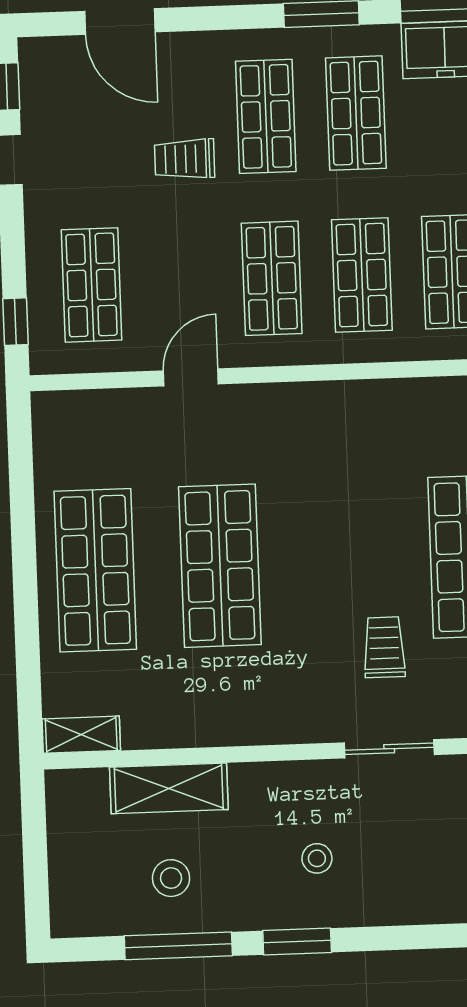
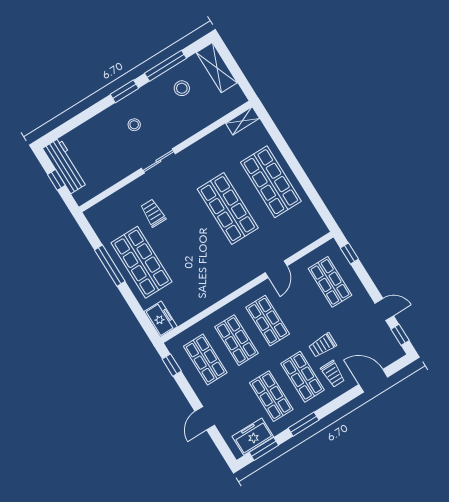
trolley: (198, 85) -> (333, 374), added
trolley: (185, 159) -> (323, 345), turned 180
trolley: (384, 647) -> (153, 213), turned 180
sliding door: (389, 749) -> (158, 161), moved
shelving: (169, 788) -> (217, 68), moved, turned 90

